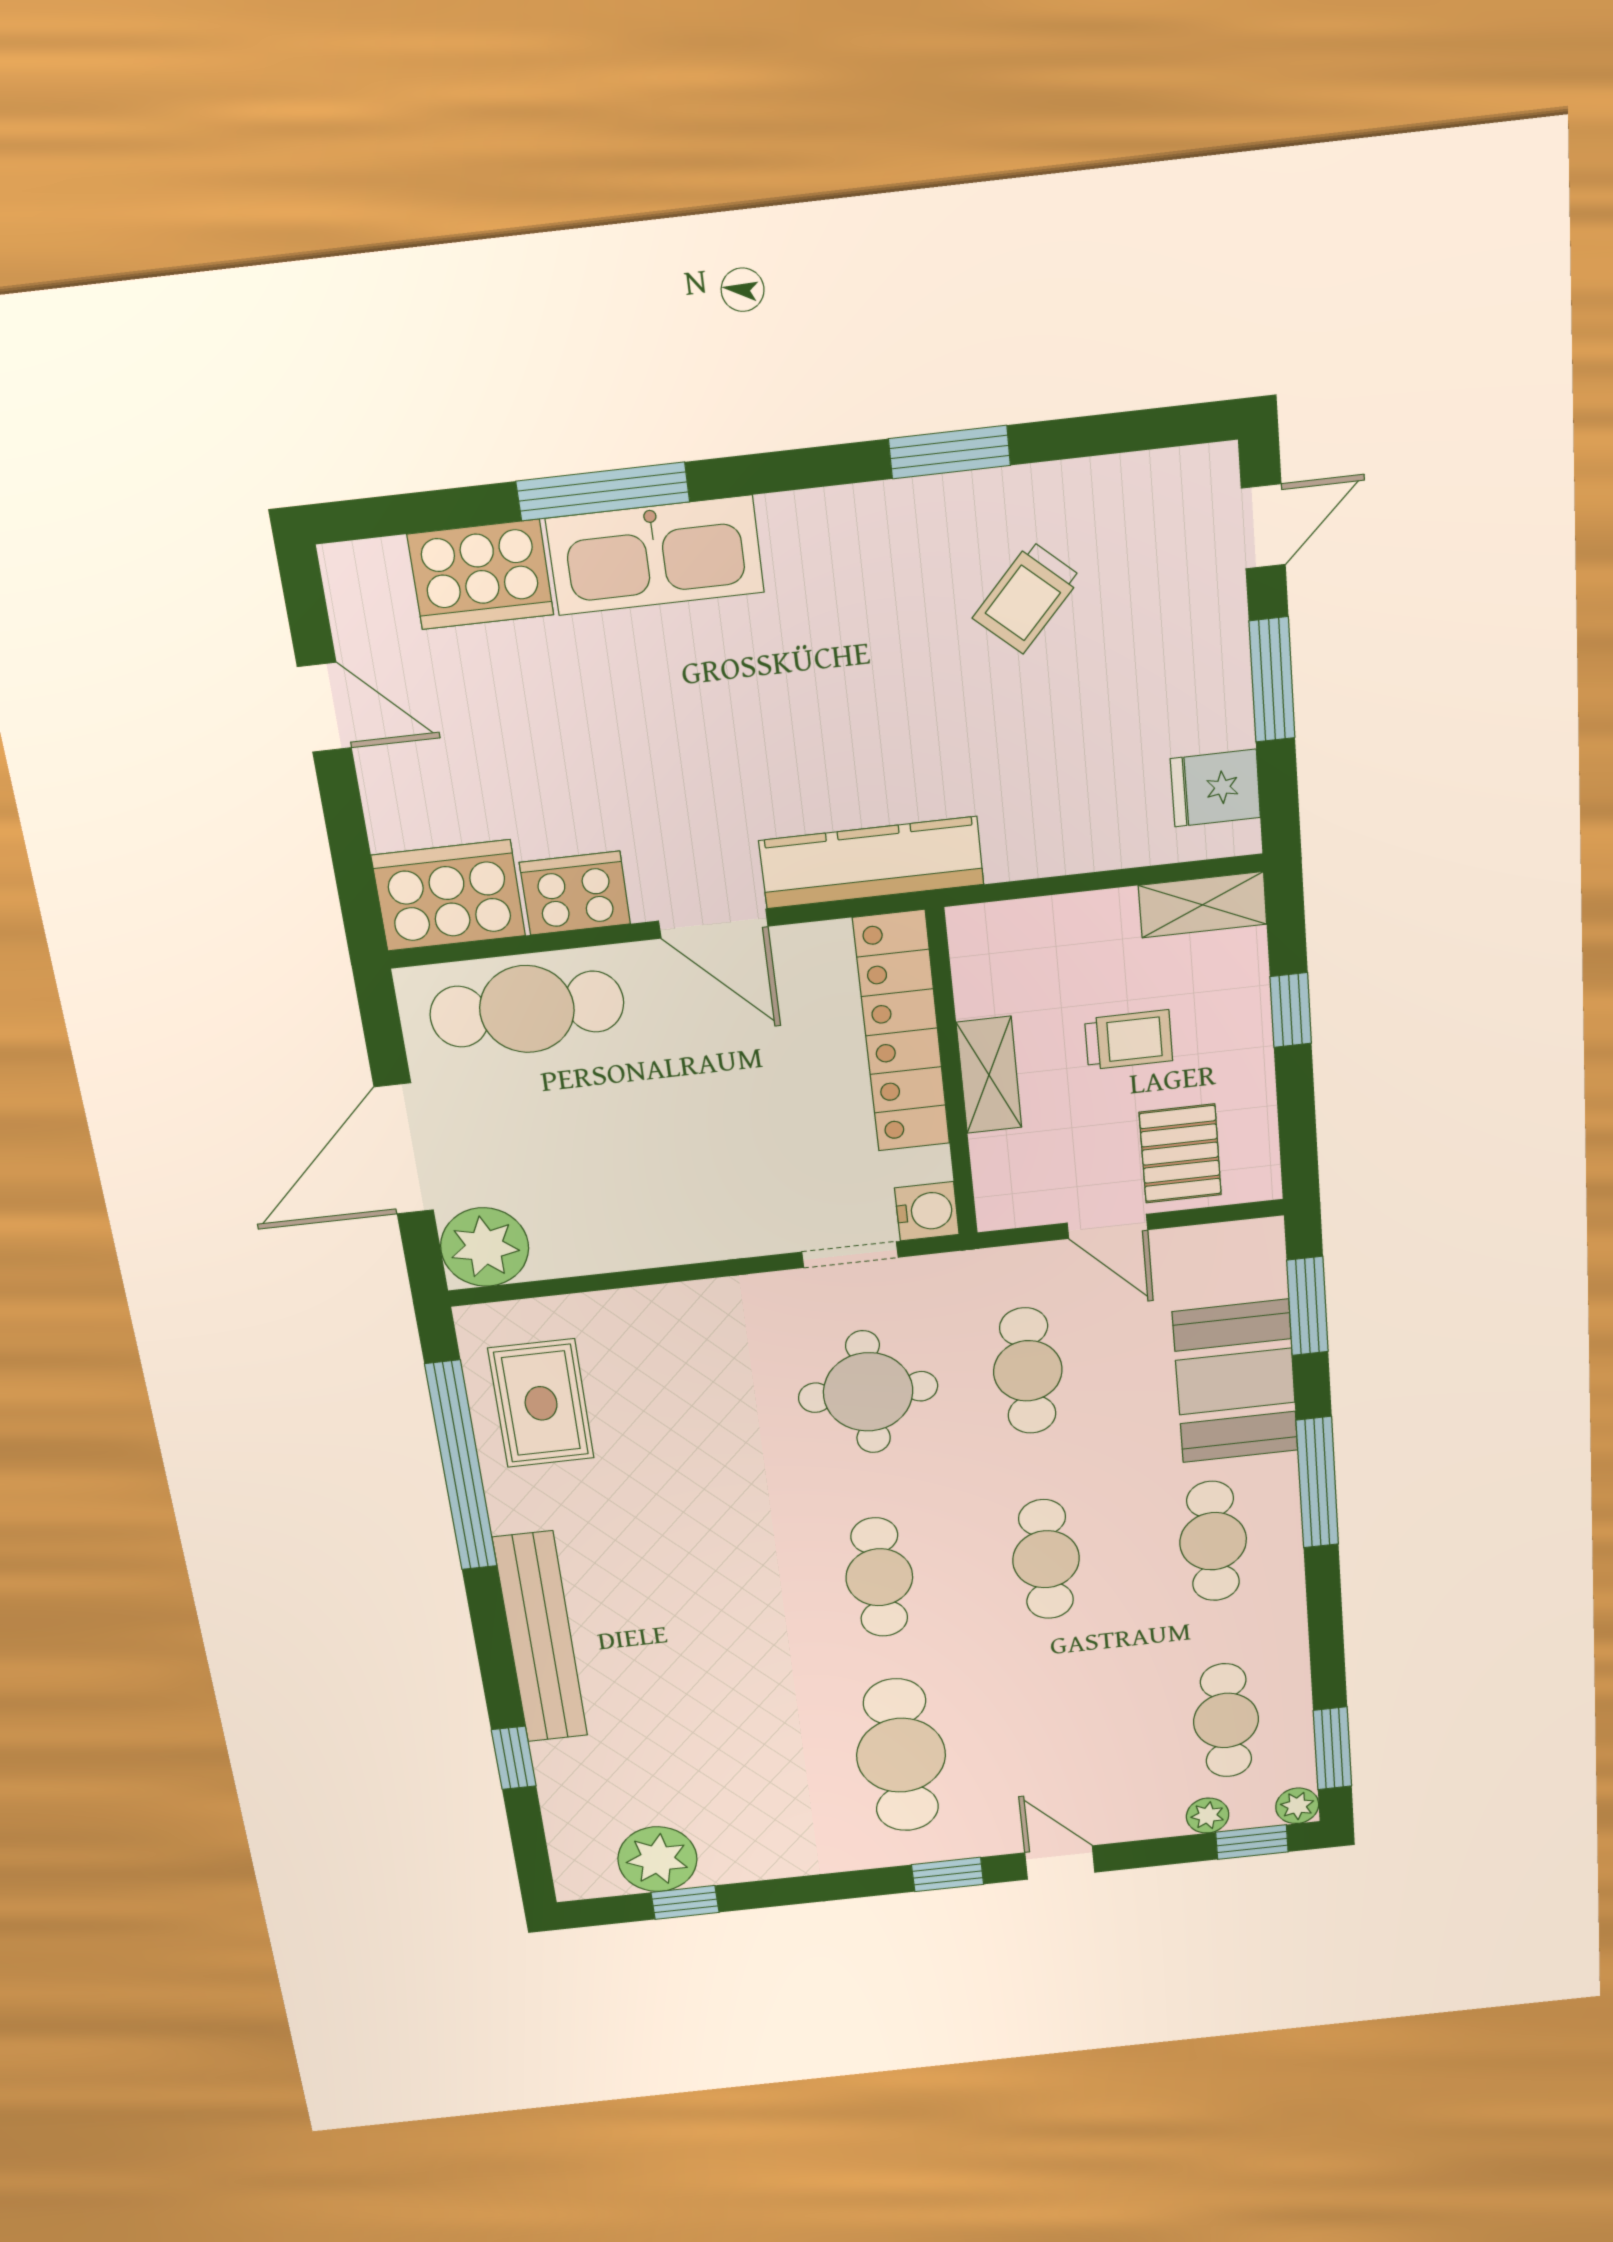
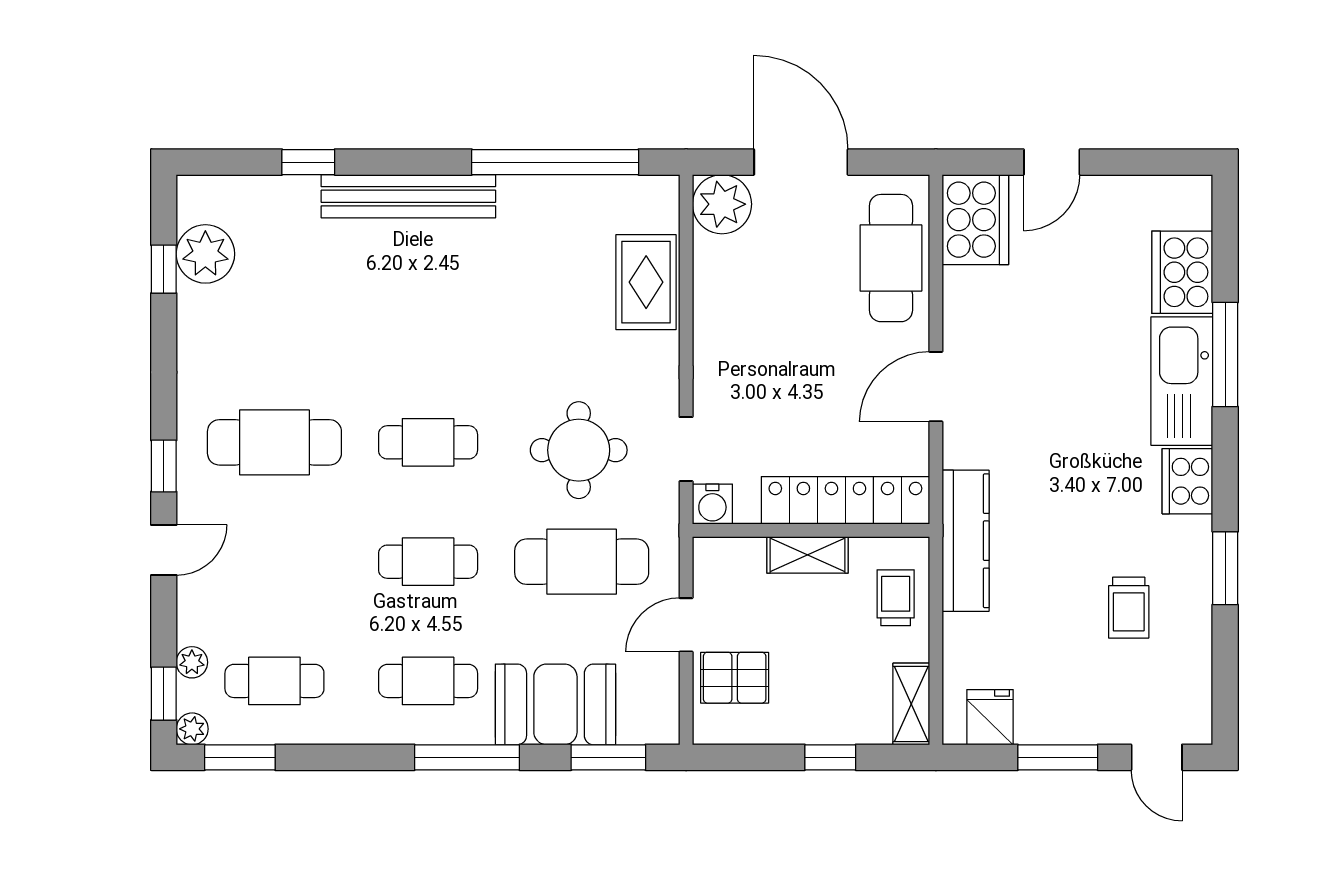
trolley: (1027, 597) -> (1129, 608), turned -132
door: (324, 707) -> (1052, 162), moved
kitchen counter: (871, 863) -> (966, 541), moved
cooker: (575, 893) -> (1187, 481), moved, turned 180
trolley: (1129, 1040) -> (896, 598), moved, turned 180
cafe table: (1028, 1371) -> (582, 562), width x1.37, depth x1.35
rug: (541, 1403) -> (646, 282), moved, turned 90

